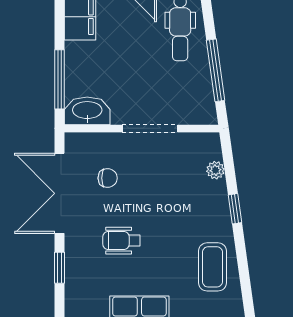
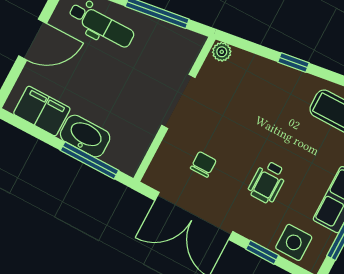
washbasin: (87, 111) -> (85, 136), moved, turned 90
plant: (215, 170) -> (222, 52), moved
side table: (82, 290) -> (294, 242), added

